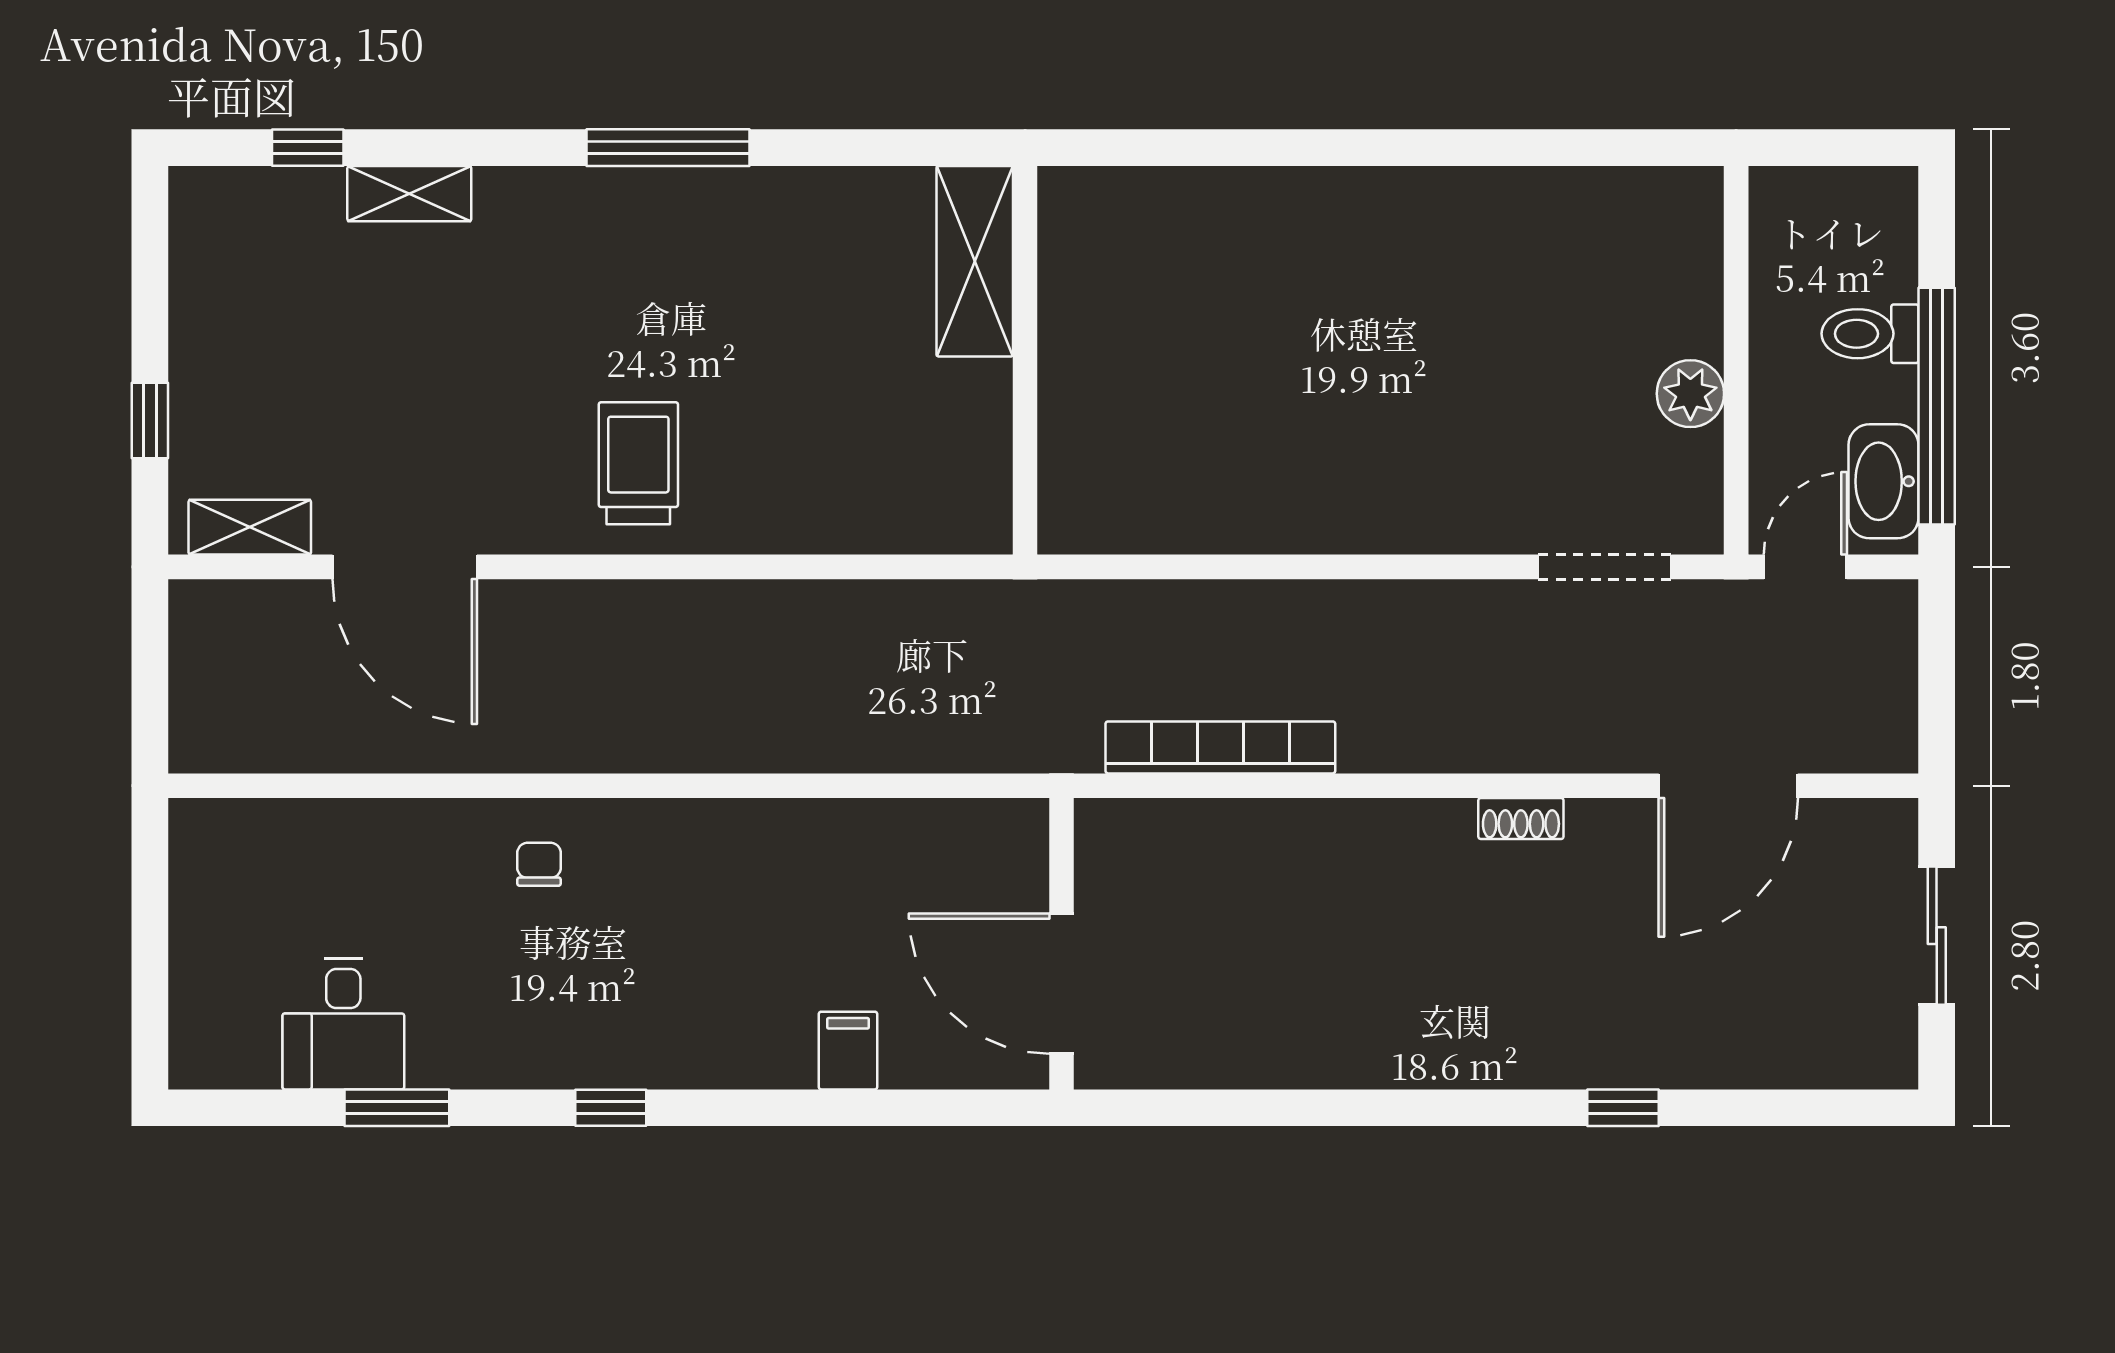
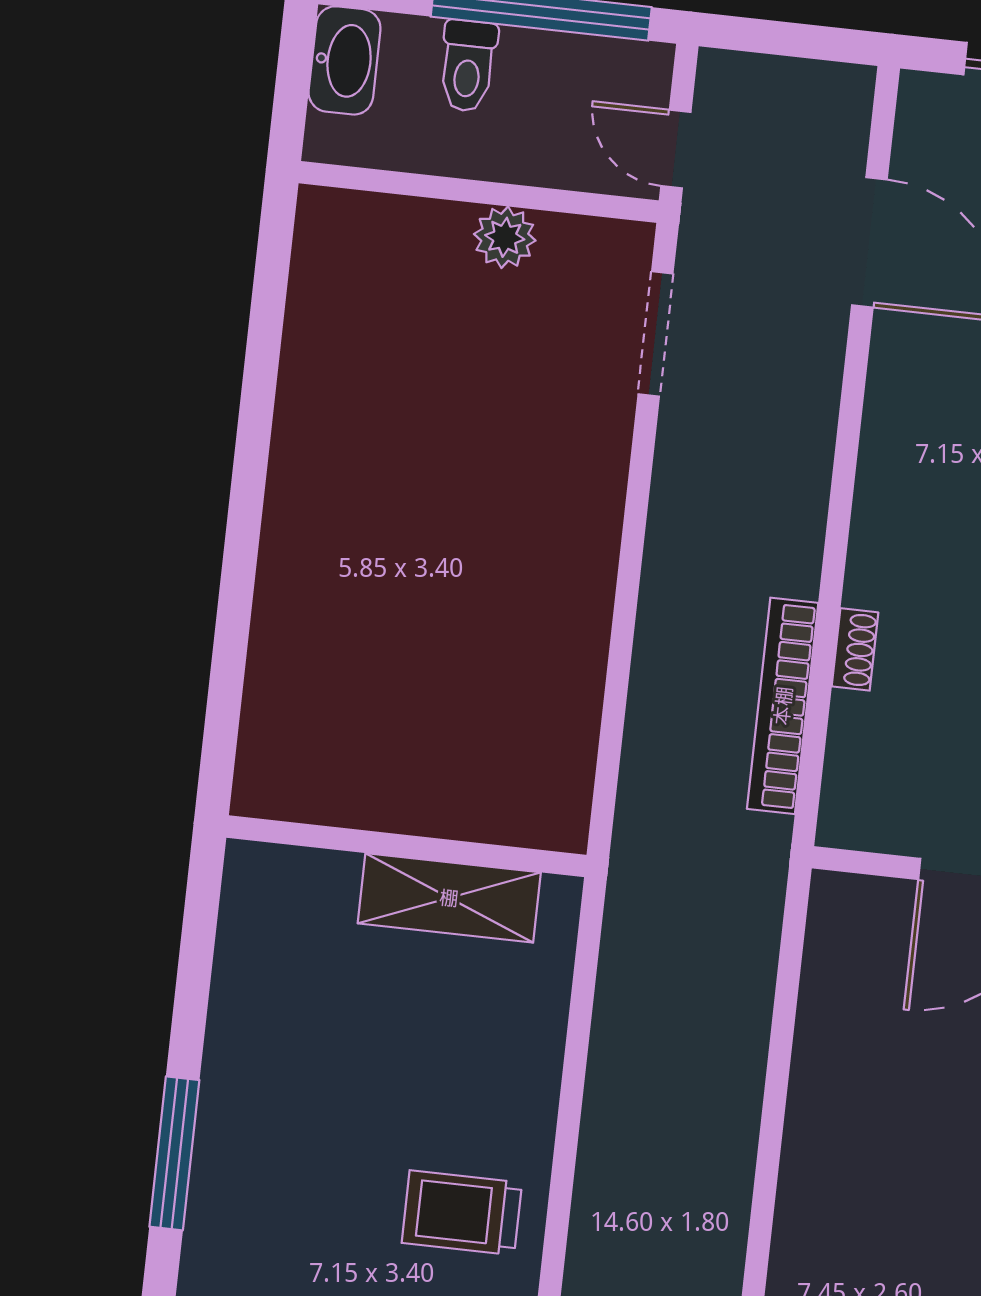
shelving: (975, 261) -> (449, 898), moved
washbasin: (1883, 481) -> (345, 60), moved, turned -90
shoe rack: (1521, 818) -> (855, 649), moved

